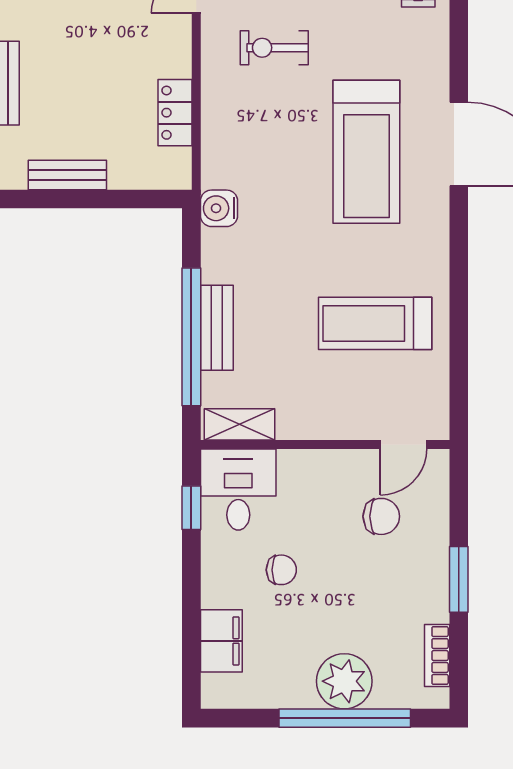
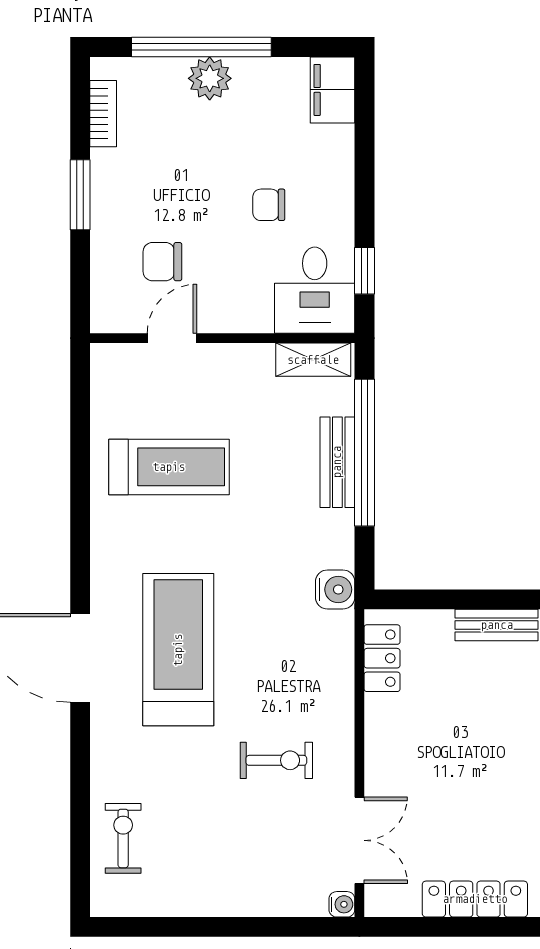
locker: (175, 113) -> (382, 658), moved
door: (404, 445) -> (172, 338), moved
filing cabinet: (221, 641) -> (333, 90), moved
plant: (344, 681) -> (210, 78), width x0.73, depth x0.73

